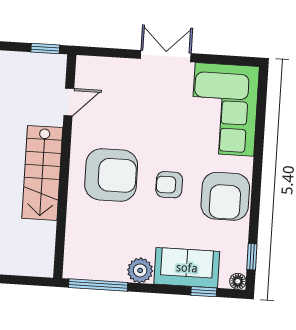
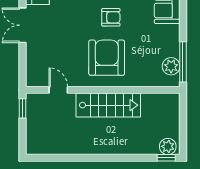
armchair: (169, 185) -> (111, 17), turned -90
plant: (140, 270) -> (171, 66), moved

